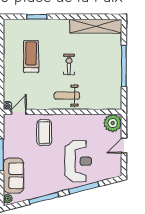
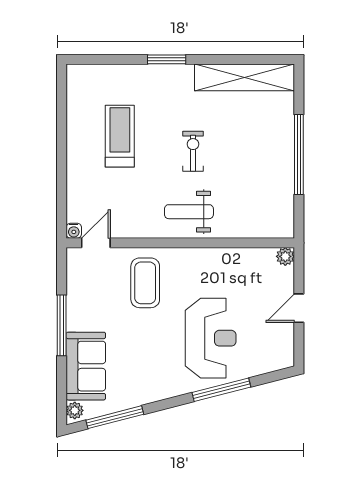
window: (37, 17) -> (167, 59), moved
plant: (113, 123) -> (285, 256), width x0.53, depth x0.53
window: (44, 198) -> (115, 417), moved

